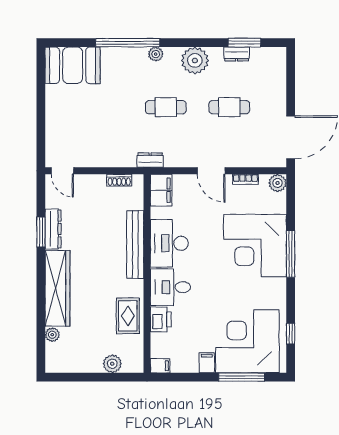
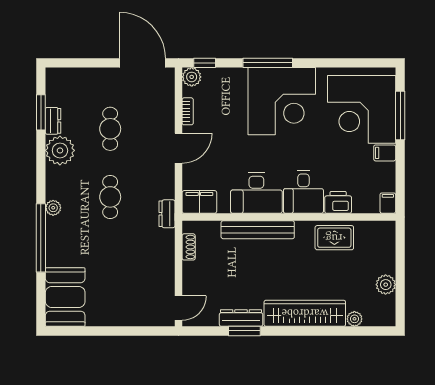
plant: (195, 60) -> (60, 150), moved
corner desk: (255, 246) -> (282, 101), moved
window: (291, 334) -> (205, 63), moved
plant: (112, 364) -> (386, 285), moved

